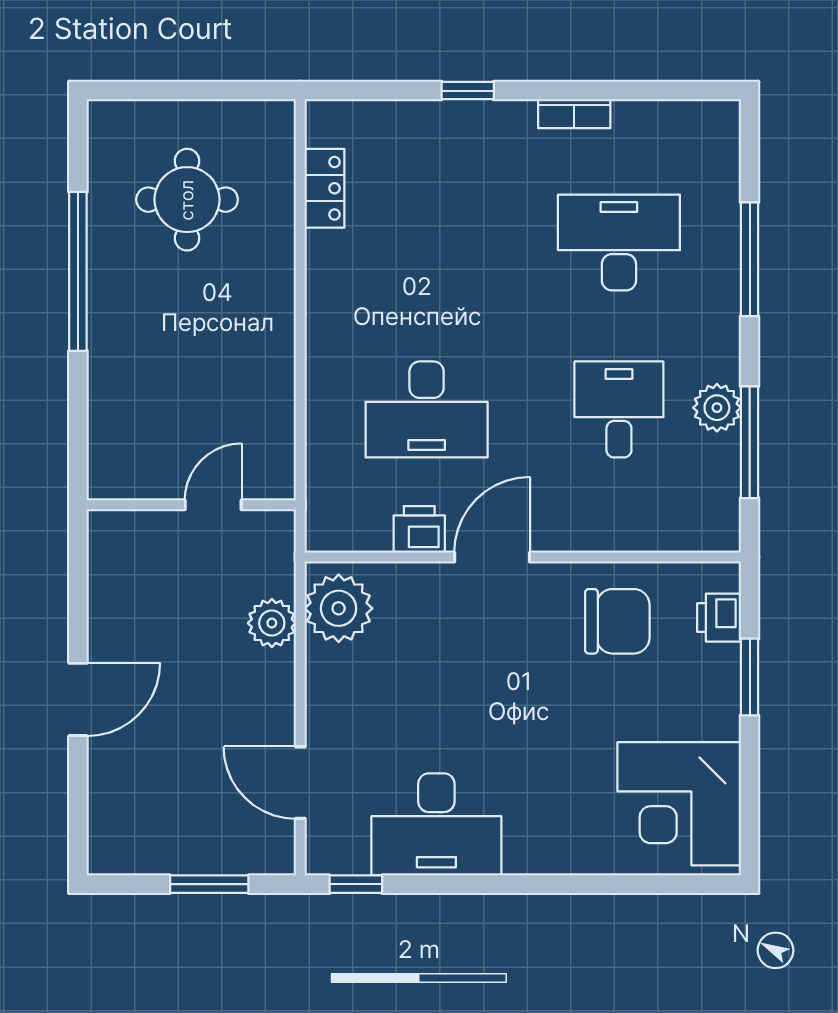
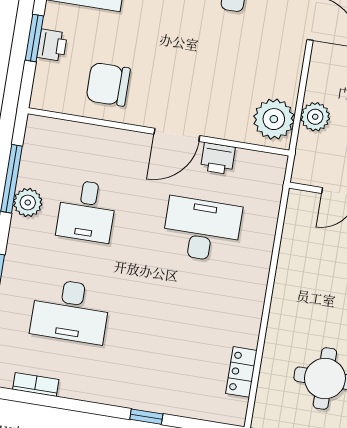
bookcase: (574, 114) -> (36, 384), moved
printer: (719, 618) -> (52, 45), moved

